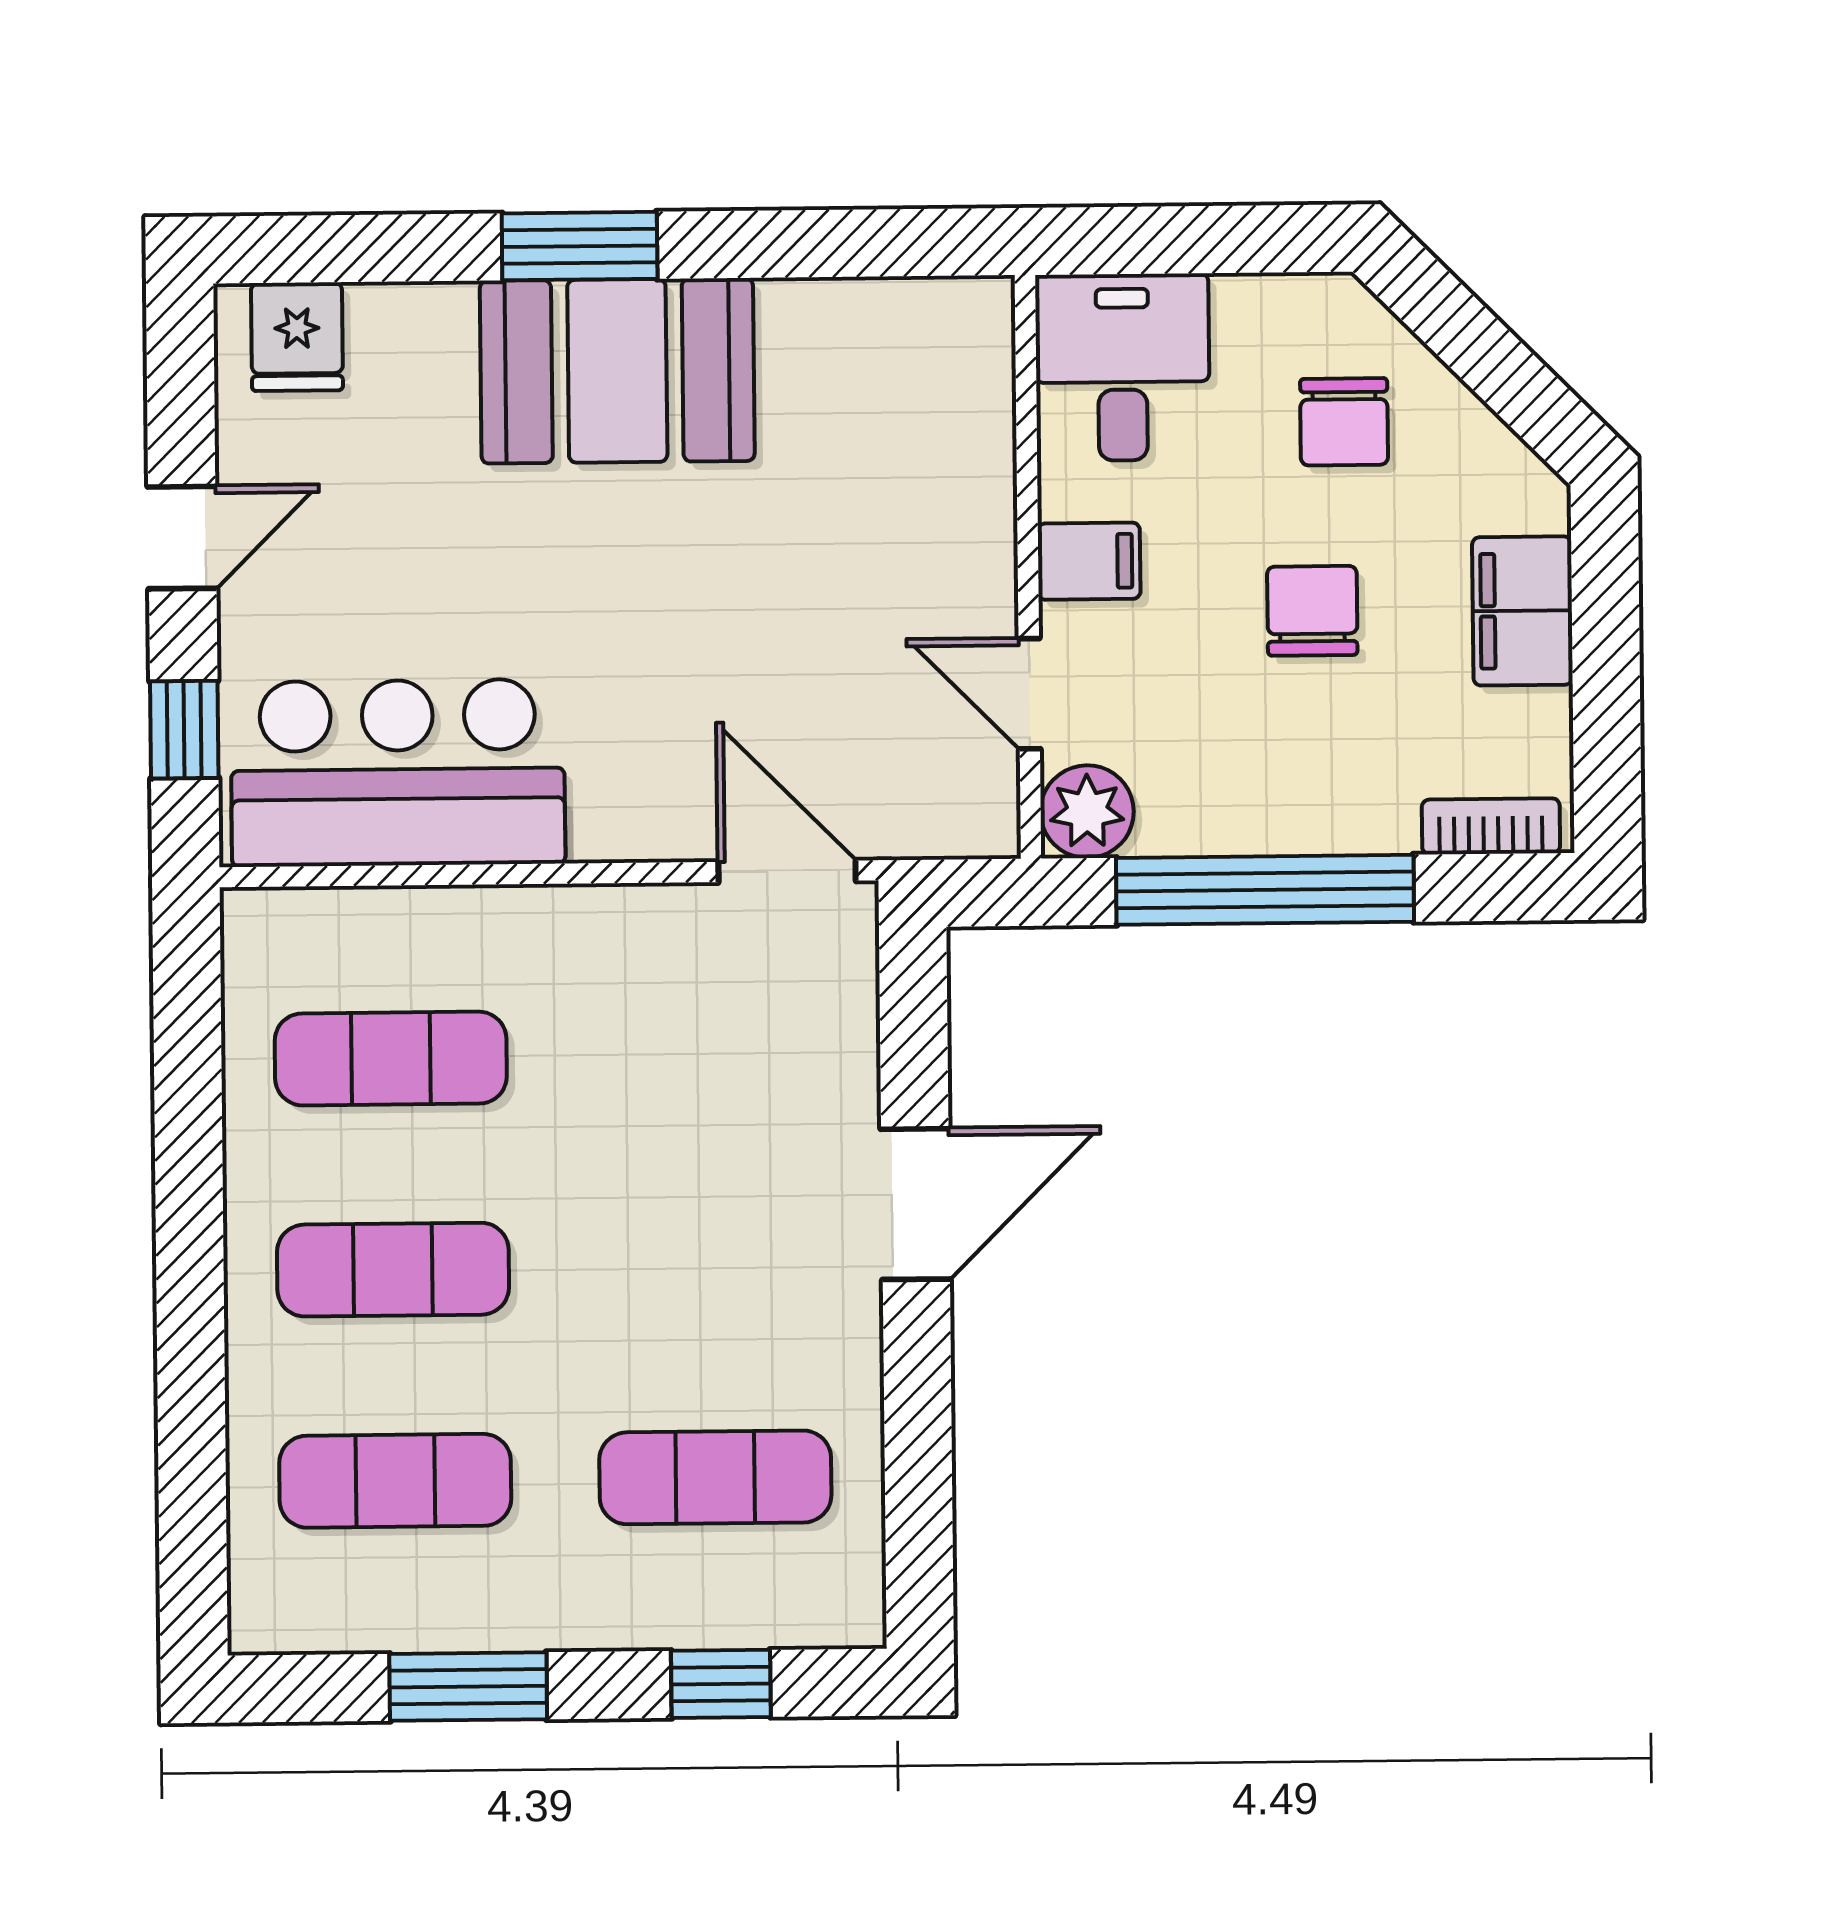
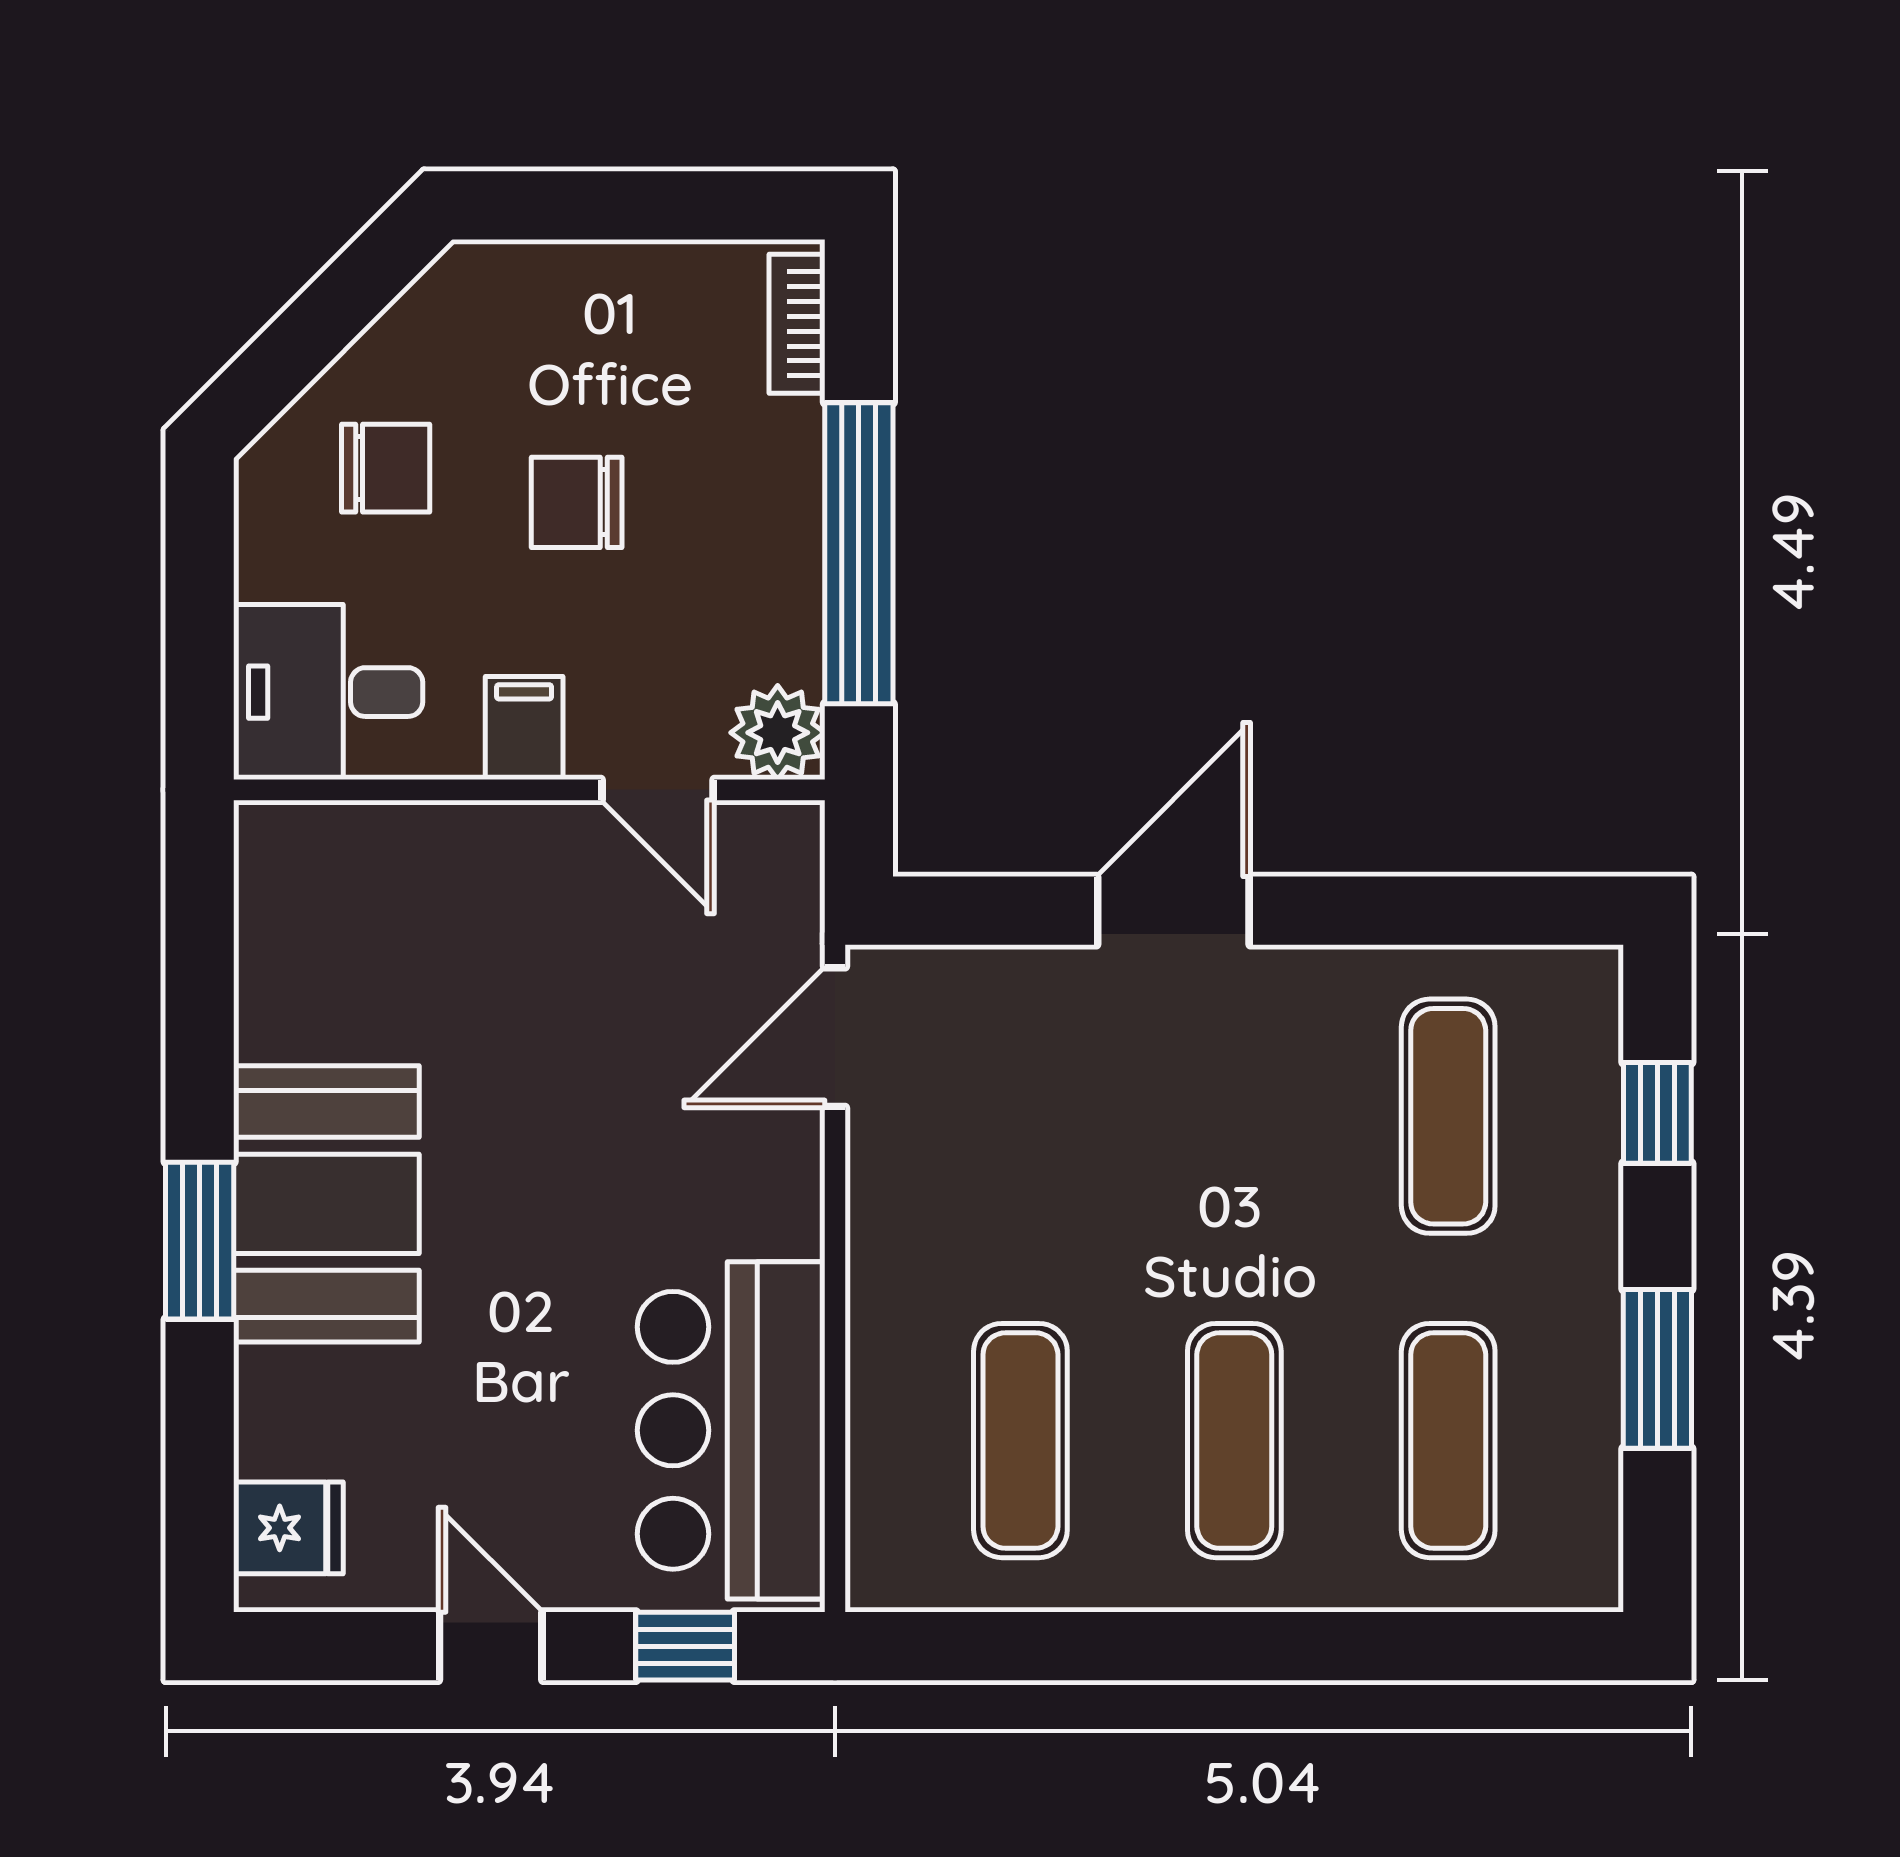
filing cabinet: (1522, 611) -> (579, 290), removed
door: (1029, 694) -> (658, 790), hinge flipped
door: (916, 1204) -> (1173, 911), hinge flipped

